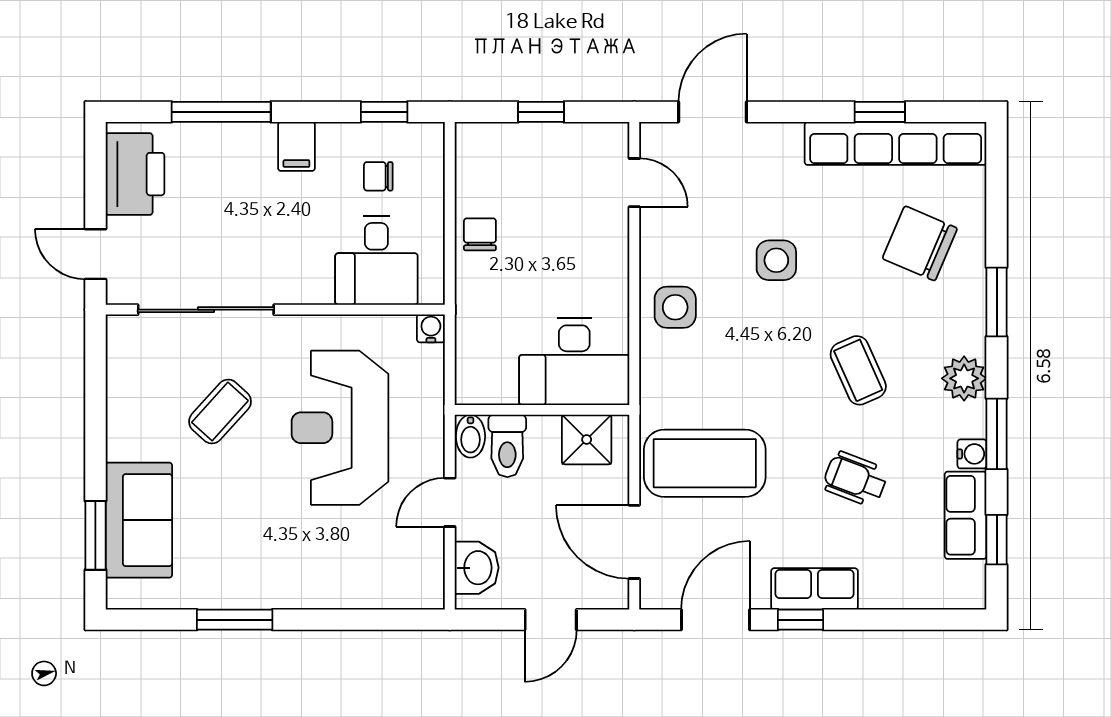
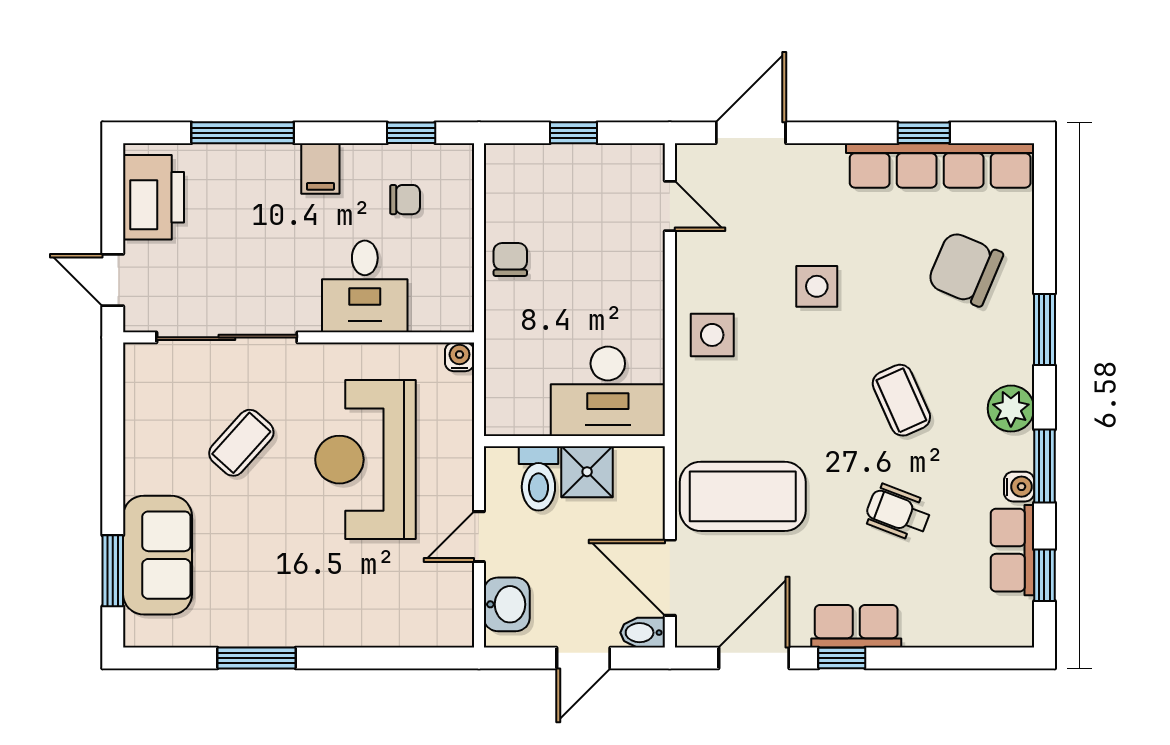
chair: (378, 176) -> (405, 200), turned 180
desk: (376, 260) -> (365, 286), moved
bidet: (470, 436) -> (643, 633), moved, turned 90
shower: (587, 439) -> (587, 472), moved

